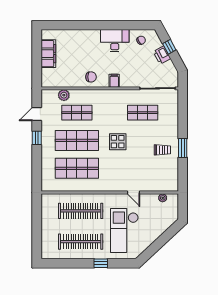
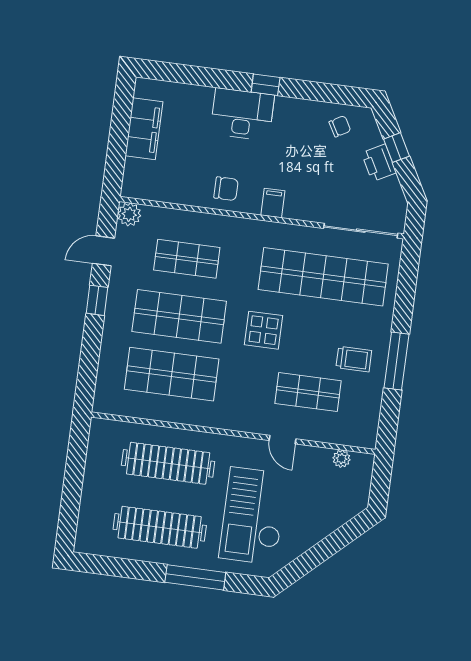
window: (103, 25) -> (266, 85), added
desk: (115, 41) -> (242, 114), moved
plant: (64, 95) -> (129, 214), moved
shop shelf: (143, 113) -> (323, 277), width x2.00, depth x1.36
window: (183, 148) -> (396, 361), width x1.44
shop shelf: (143, 168) -> (308, 392), added
window: (101, 263) -> (195, 577), width x2.17

